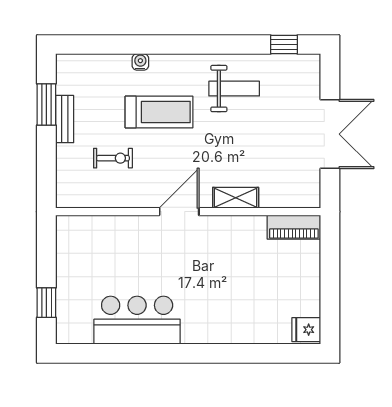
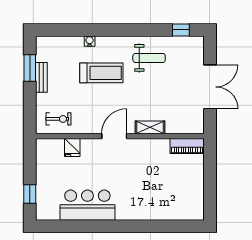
exercise bike: (113, 158) -> (59, 119), moved
fridge: (306, 330) -> (72, 147), moved, turned -90

